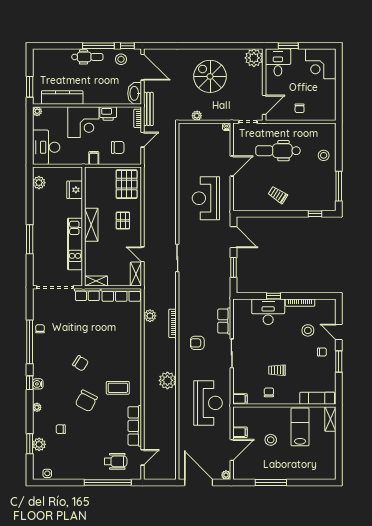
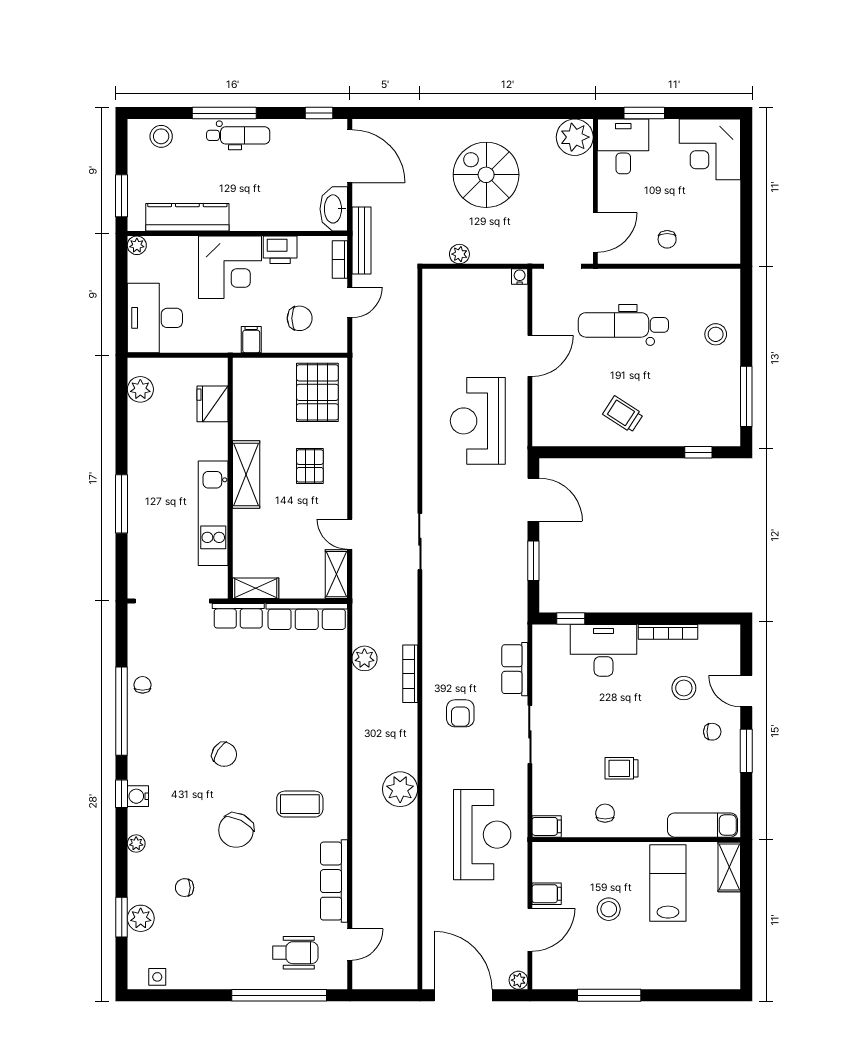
window: (98, 46) -> (224, 113), moved
stool: (121, 59) -> (161, 136), moved
window: (274, 296) -> (571, 618), moved
armchair: (197, 343) -> (460, 713), turned -90

